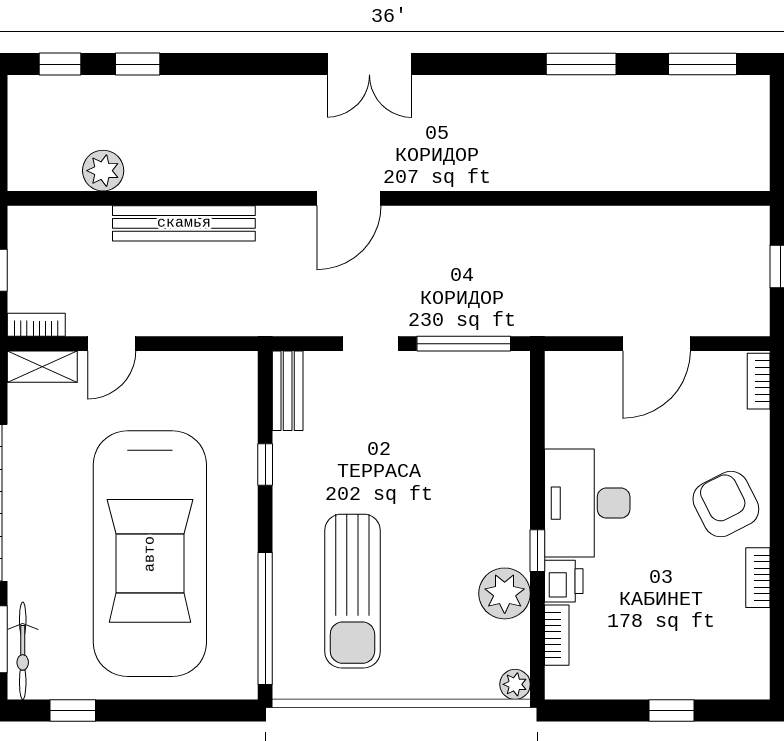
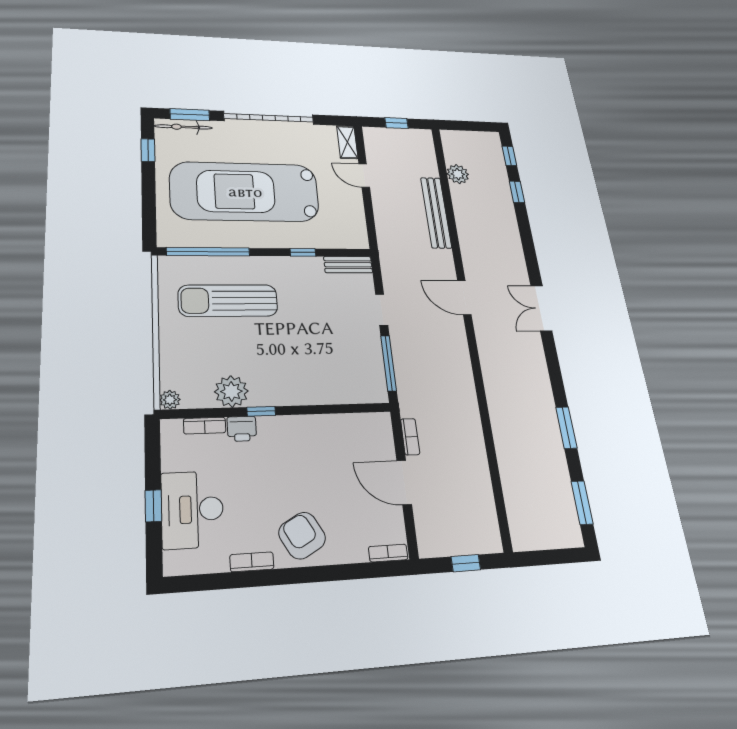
bookcase: (36, 325) -> (410, 437), moved
desk: (587, 503) -> (192, 509), moved, turned -90
armchair: (726, 504) -> (302, 536), turned -92

